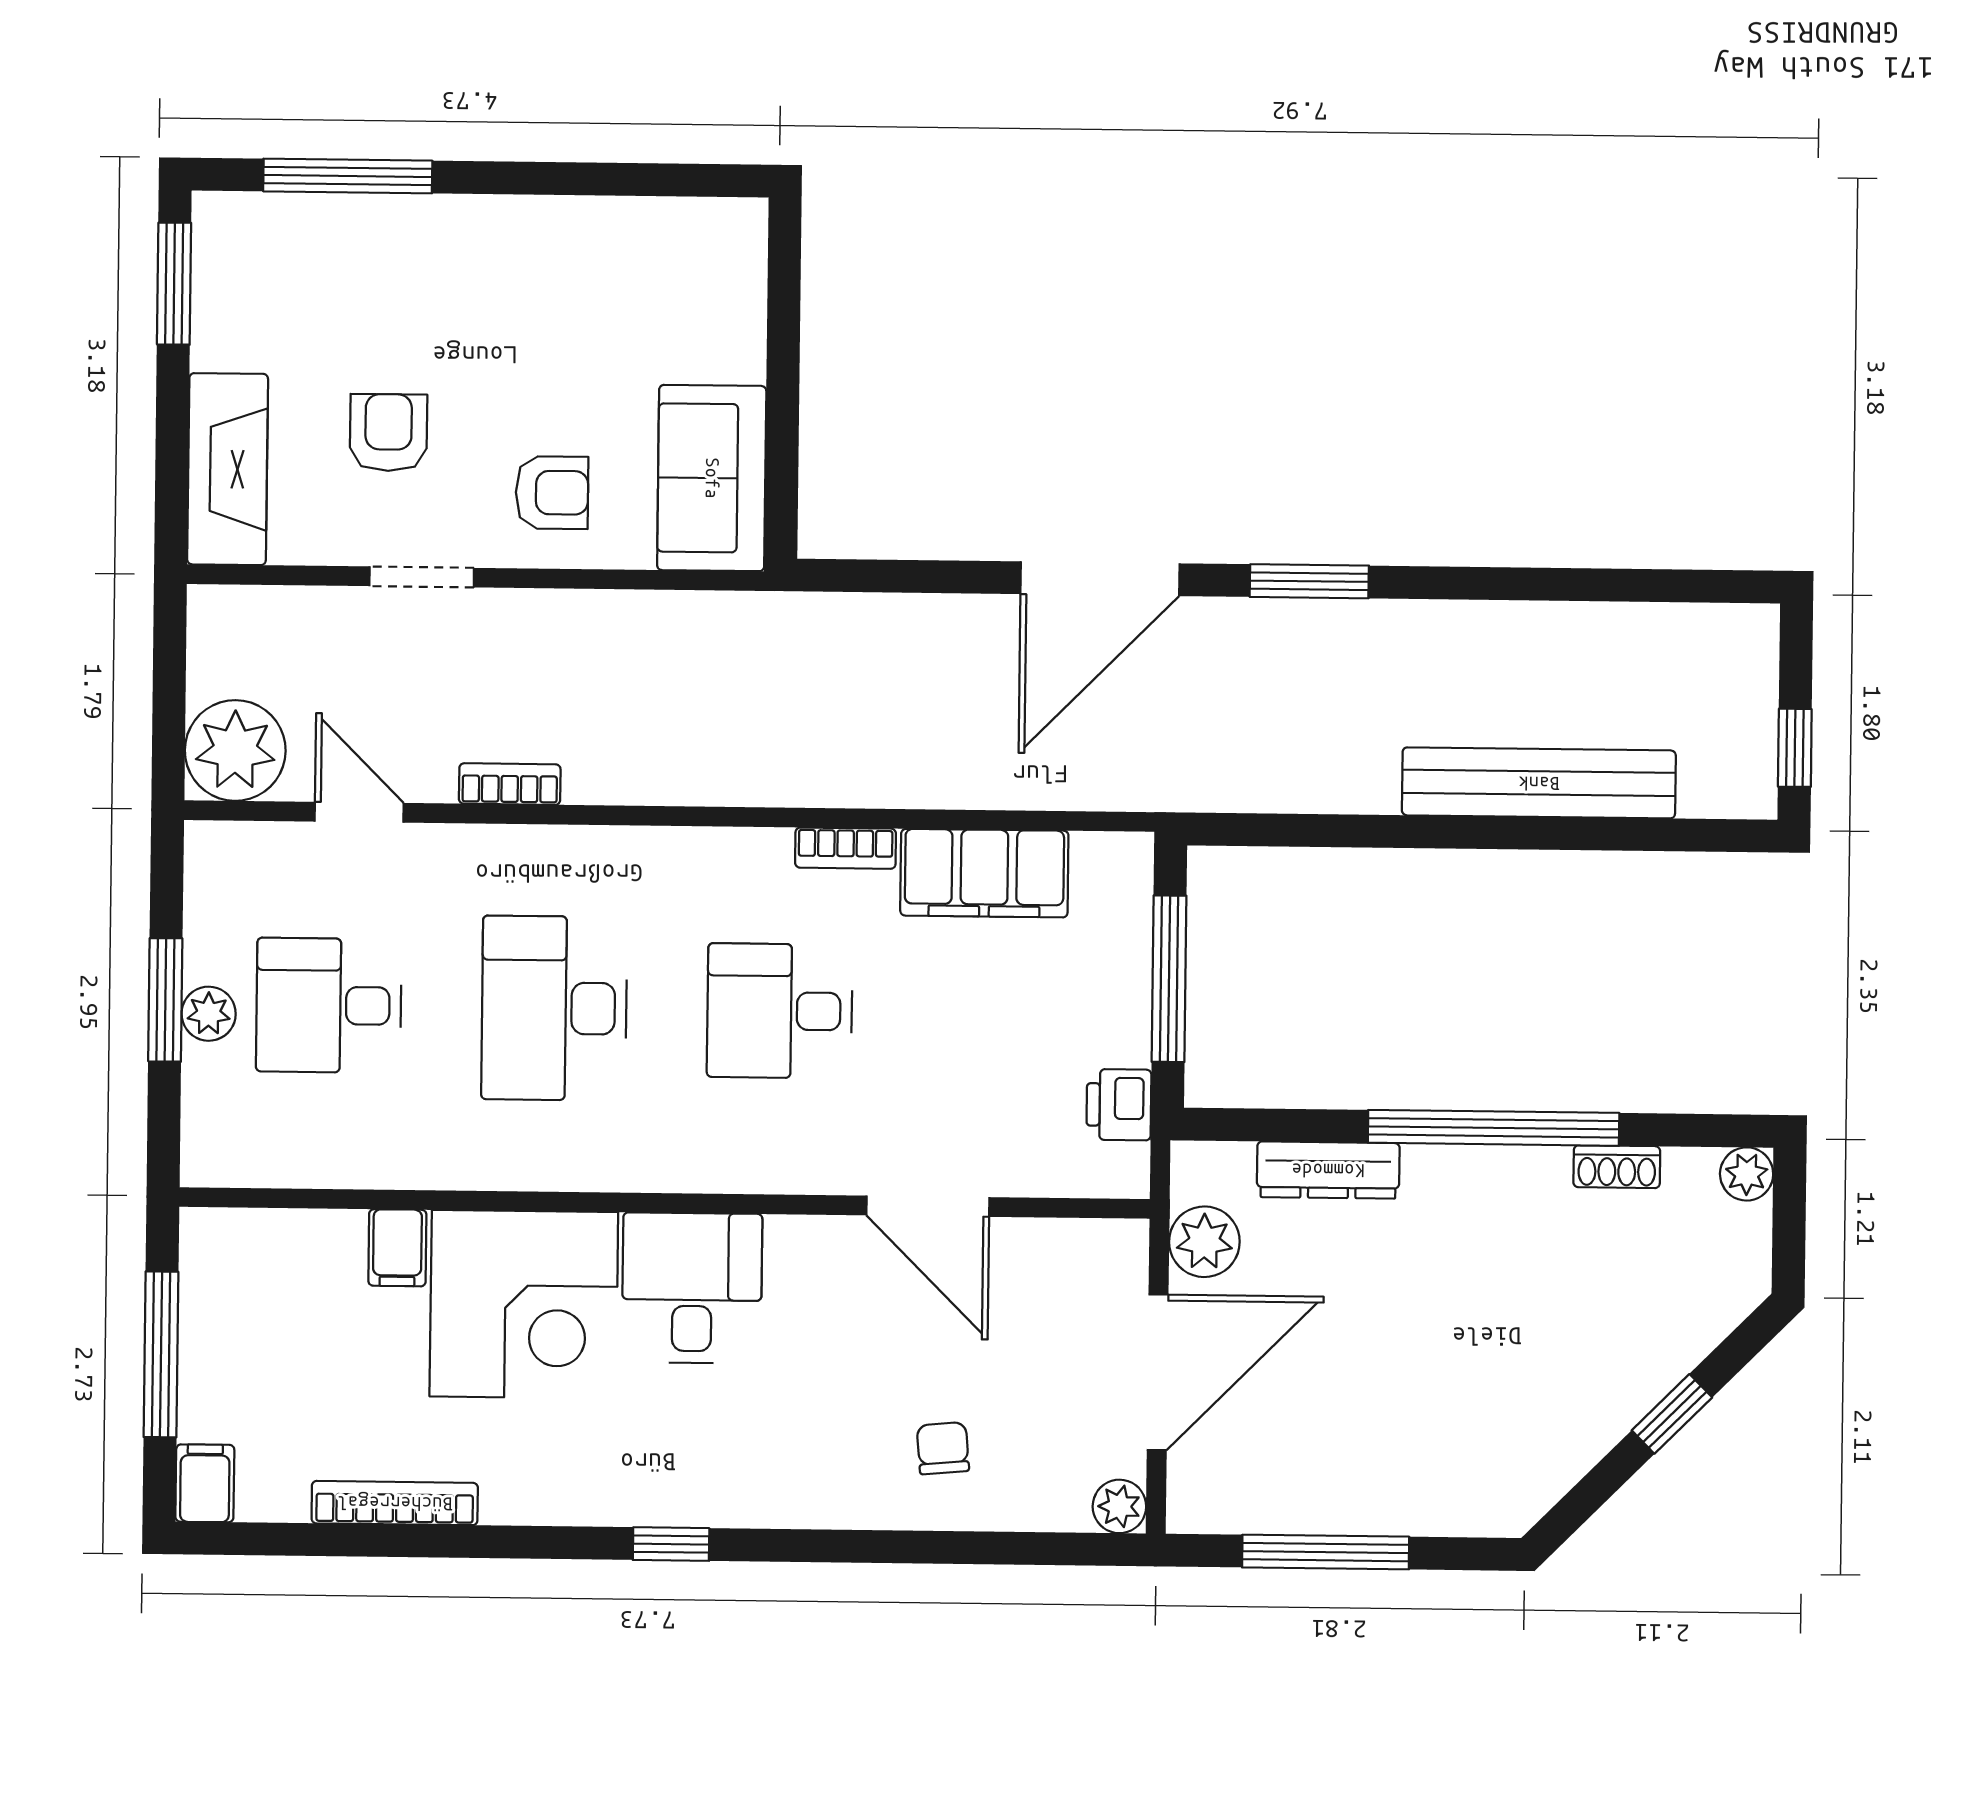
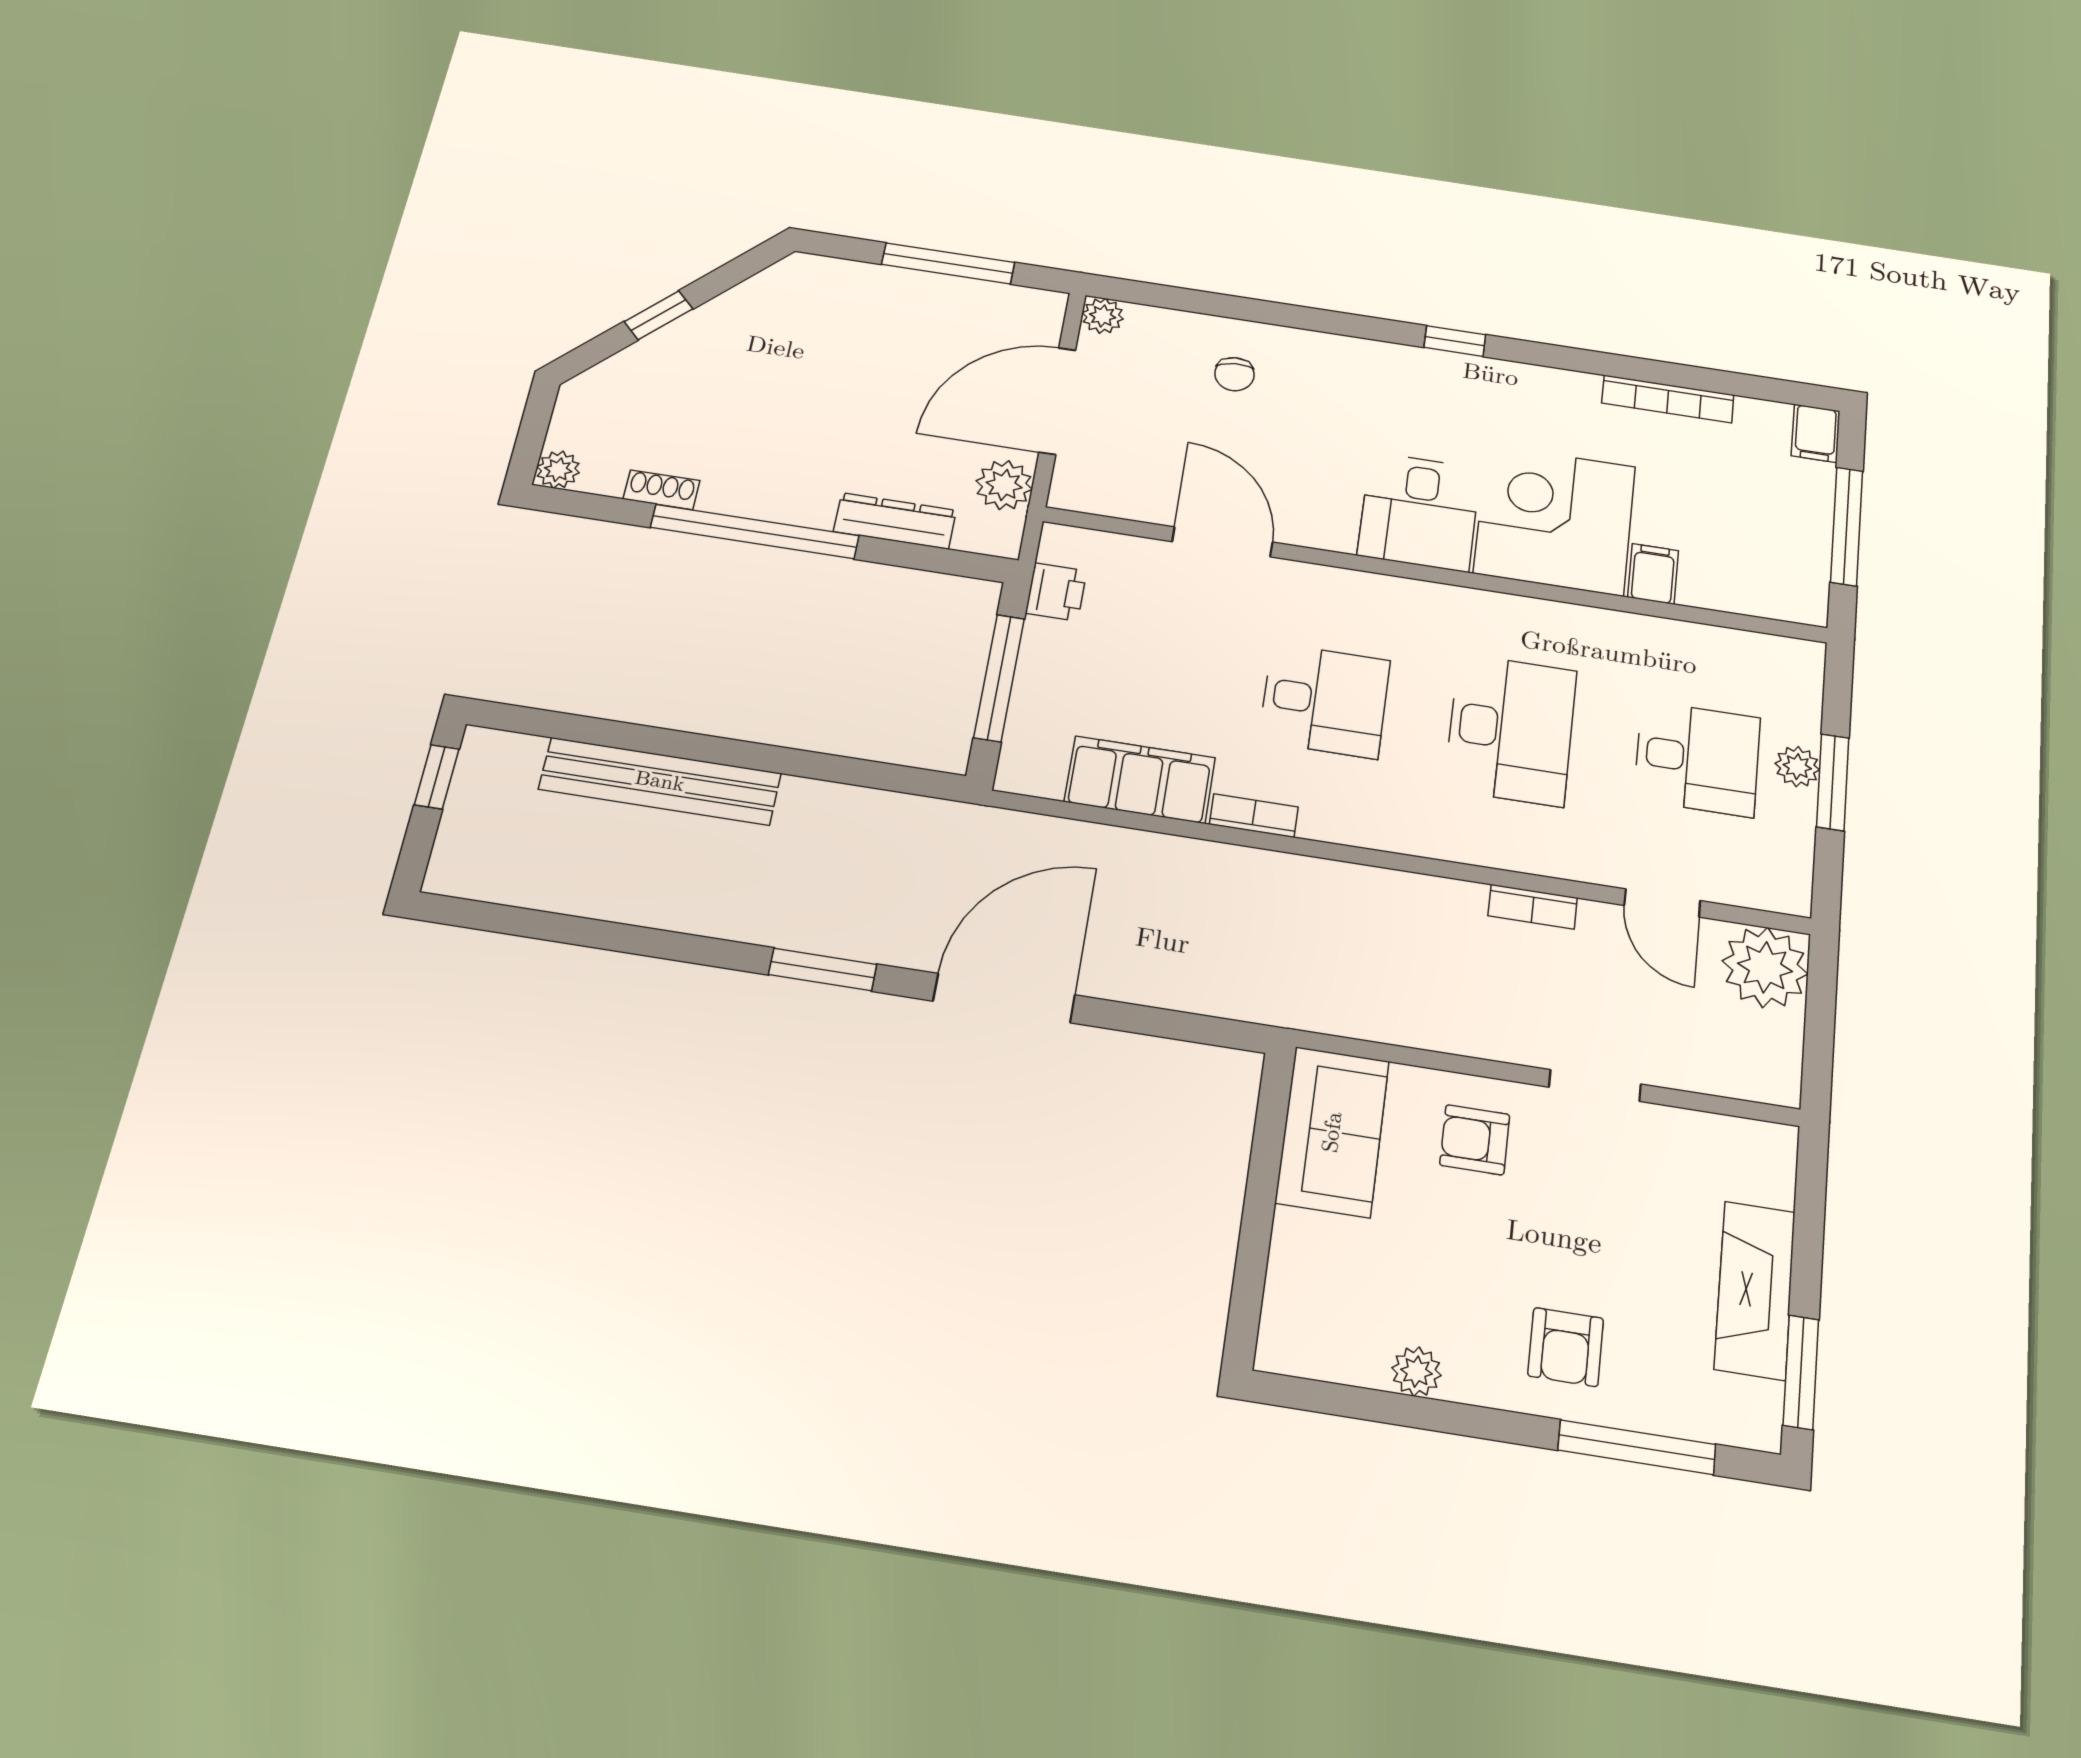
plant: (592, 223) -> (1416, 1372), added
armchair: (389, 433) -> (1566, 1347), moved
fireplace: (228, 469) -> (1755, 1290), moved

